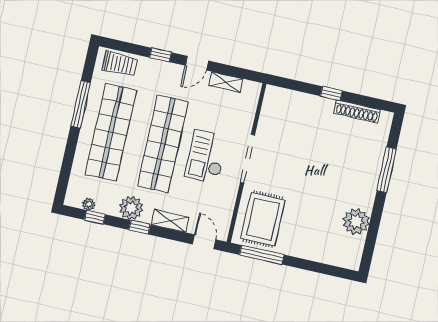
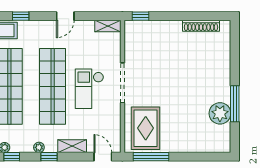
window: (161, 55) -> (21, 16), moved
shelving: (226, 82) -> (108, 26), moved
window: (331, 93) -> (141, 16), moved
window: (387, 170) -> (235, 104), moved
plant: (131, 208) -> (39, 147), width x0.53, depth x0.53

